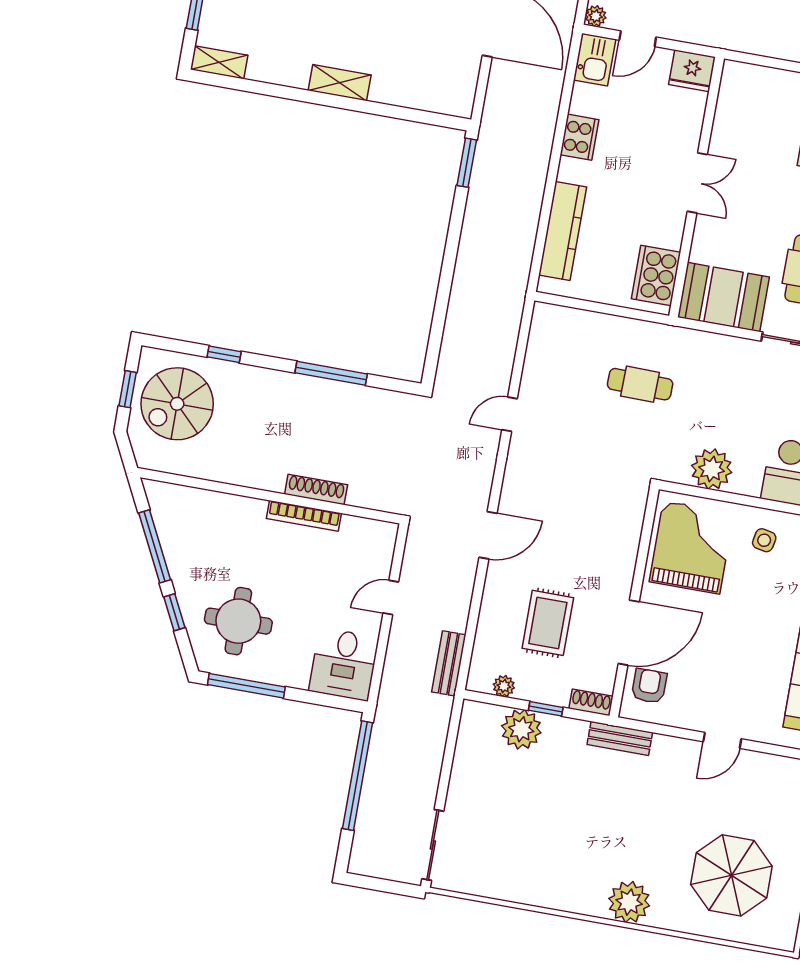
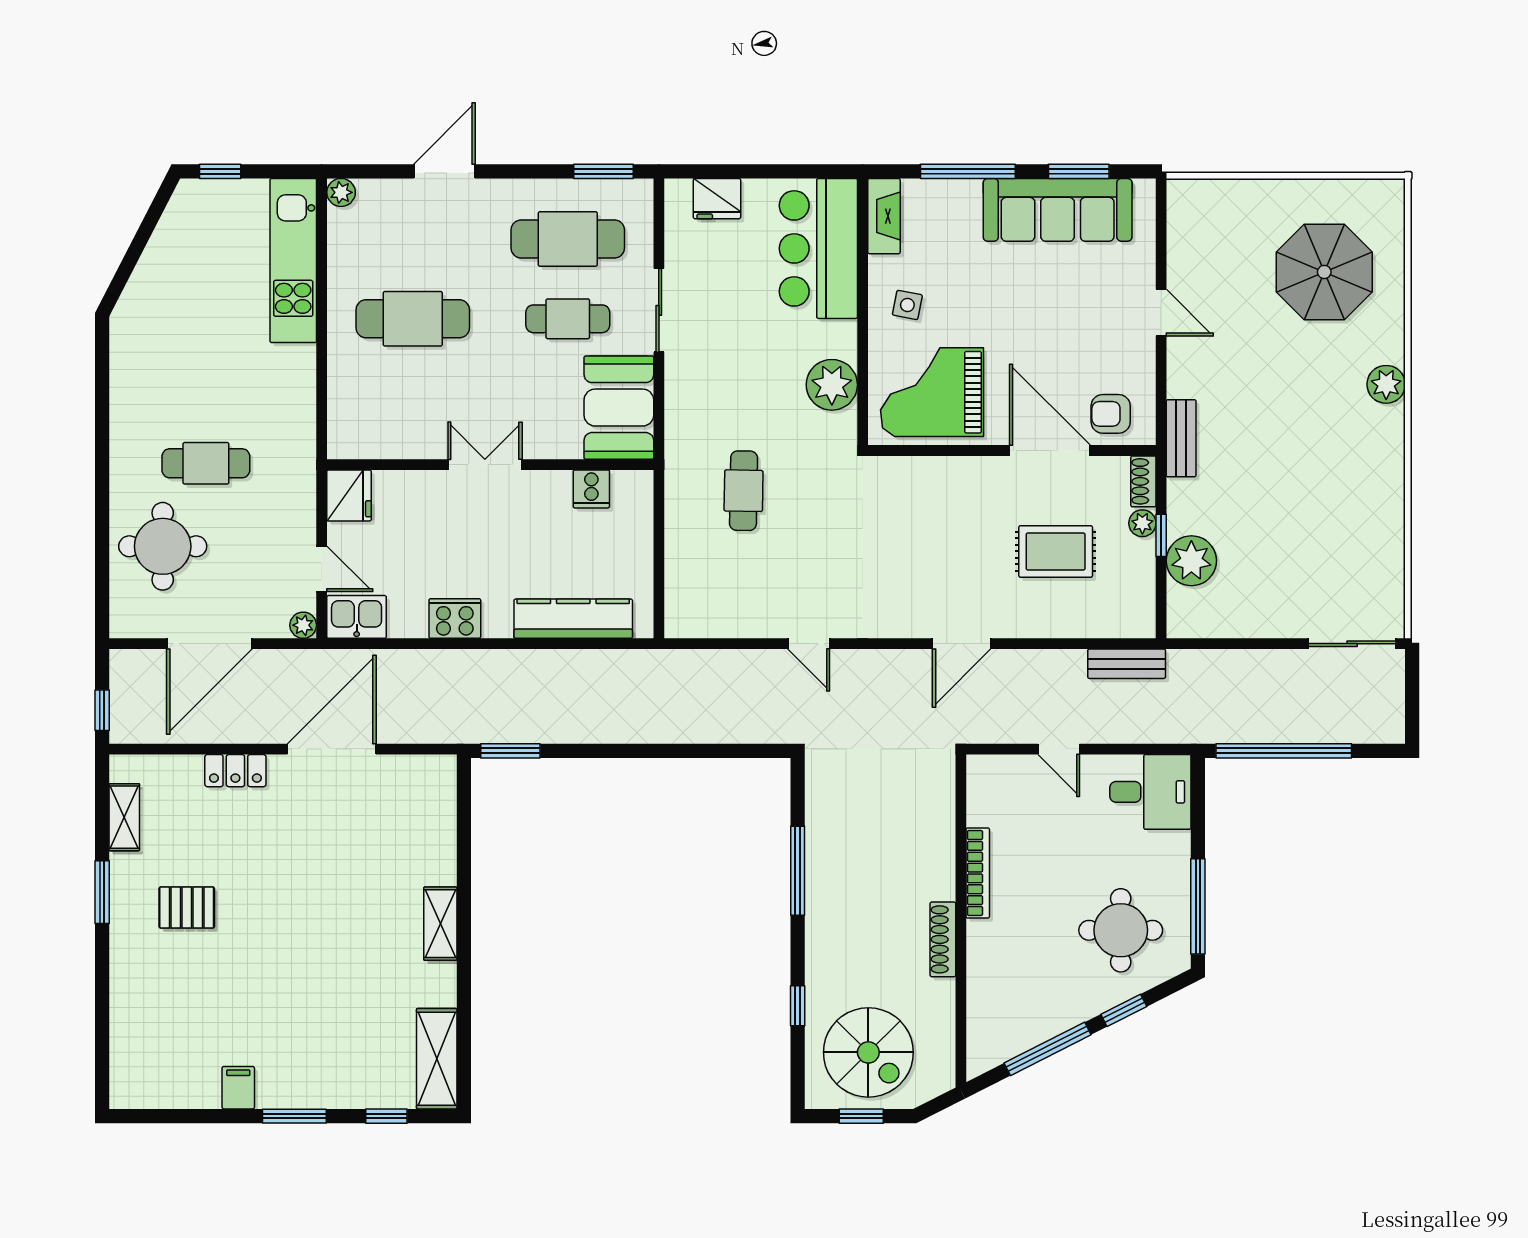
shelving: (219, 62) -> (437, 1059), width x1.50, depth x1.33
cooker: (656, 275) -> (591, 489), width x0.53, depth x0.76
shoe rack: (316, 489) -> (943, 939), moved
door: (488, 535) -> (962, 644), swing flipped
plant: (504, 686) -> (1142, 523), moved
plant: (629, 902) -> (1386, 384), width x0.73, depth x0.73

